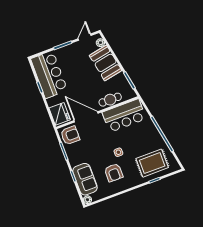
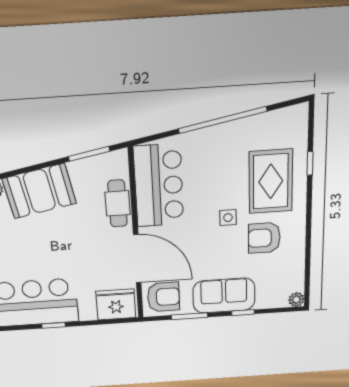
door: (86, 117) -> (137, 259), swing flipped
armchair: (70, 135) -> (163, 297), turned 90
rug: (152, 163) -> (271, 181), moved
armchair: (114, 173) -> (264, 238), turned 180
sofa: (85, 179) -> (224, 296), moved

